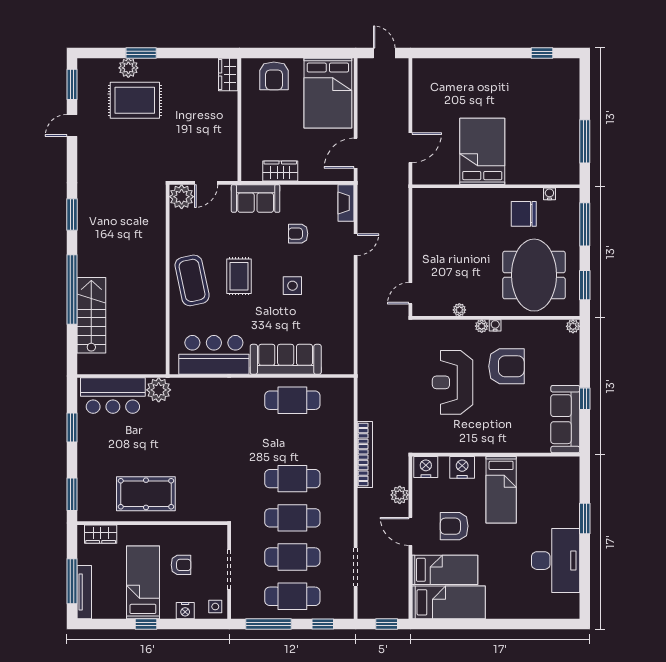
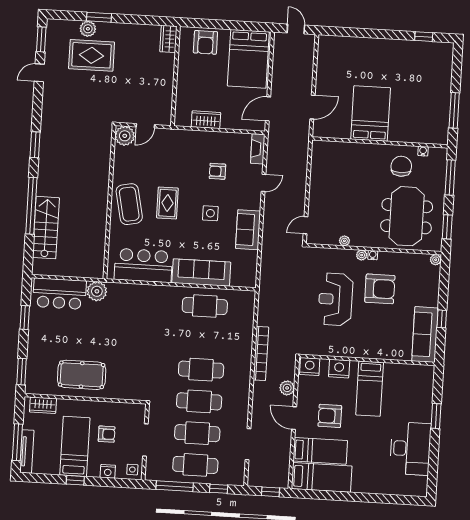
sofa: (256, 198) -> (248, 230), moved, turned 90
chair: (524, 214) -> (401, 166), turned 90

